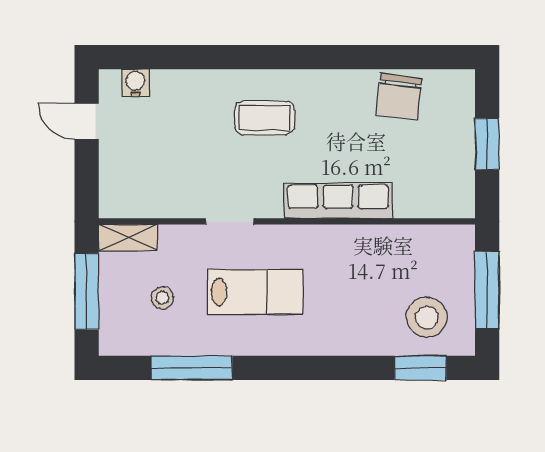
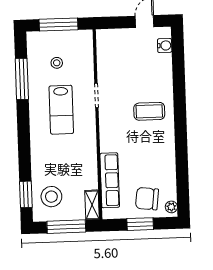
plant: (455, 81) -> (171, 207), added
chair: (399, 97) -> (147, 199), moved
coffee table: (265, 118) -> (149, 111), turned 90
row of seats: (338, 201) -> (110, 180), moved
shelving: (128, 238) -> (92, 205), moved

